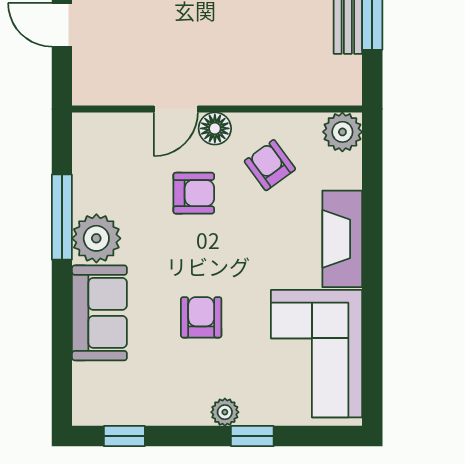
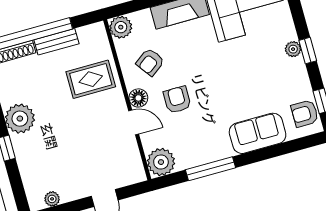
rug: (269, 57) -> (91, 79), added
plant: (96, 238) -> (161, 162), moved
armchair: (201, 317) -> (305, 114), moved
window: (252, 436) -> (308, 51), moved

